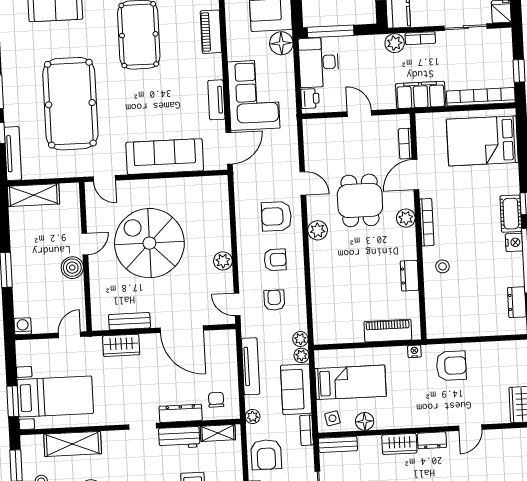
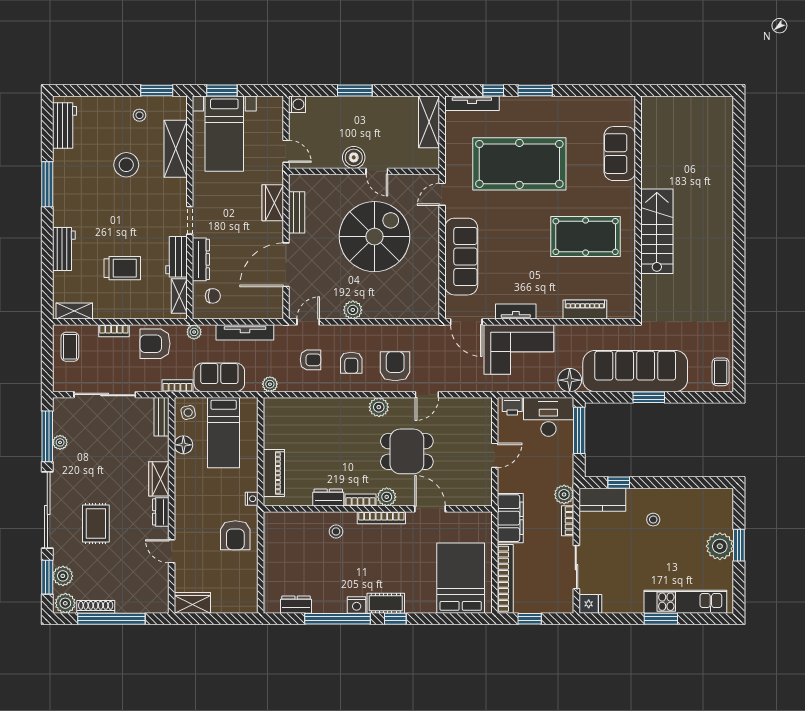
bookcase: (405, 144) -> (360, 500), moved
plant: (301, 355) -> (253, 384), removed

